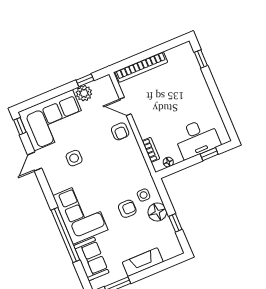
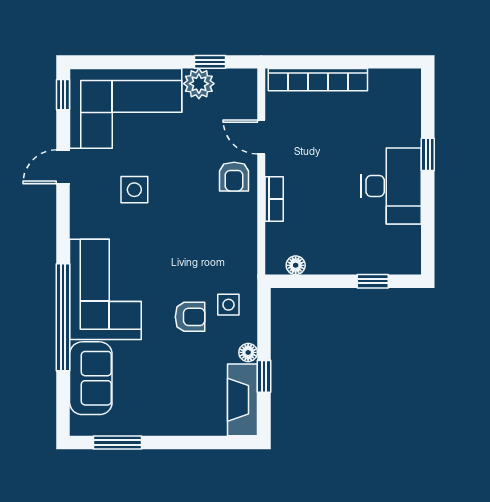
window: (201, 59) -> (428, 154), moved
desk: (197, 138) -> (391, 186), moved, turned -90
bookcase: (151, 150) -> (274, 199), moved
floor lamp: (157, 212) -> (248, 352), width x0.53, depth x0.53
fireplace: (143, 262) -> (242, 400), moved, turned -90

